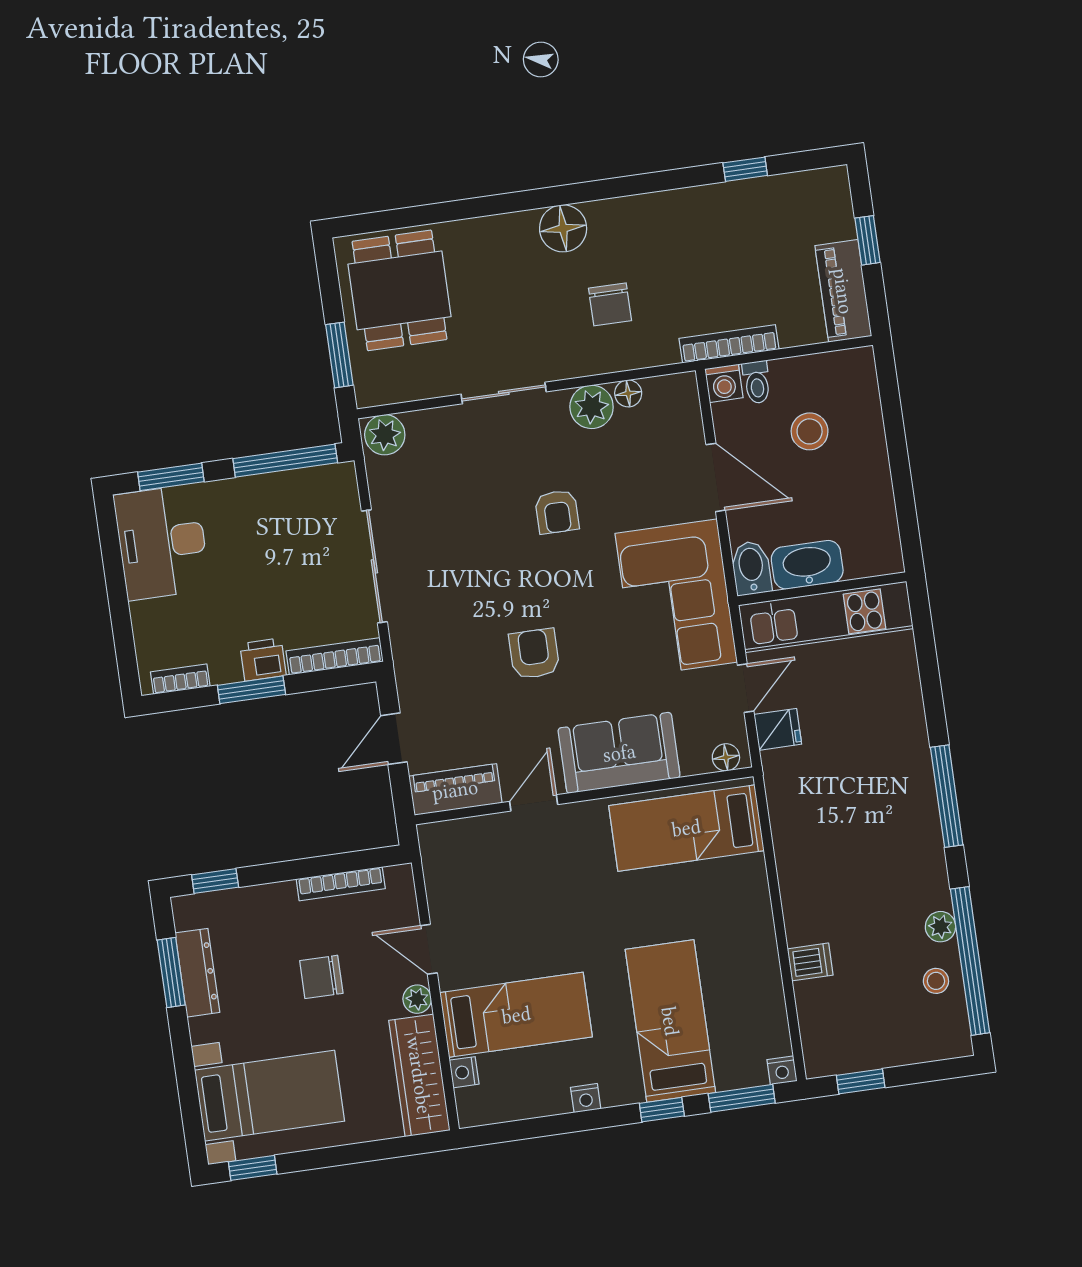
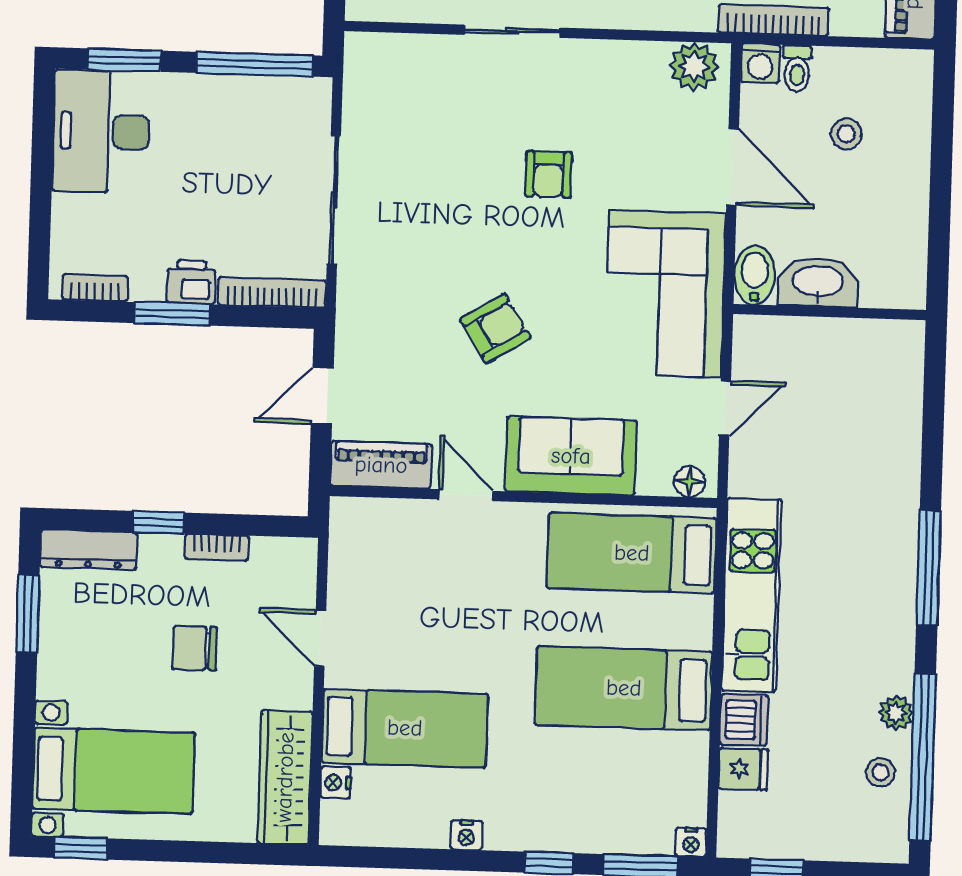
floor lamp: (628, 393) -> (651, 56), removed
plant: (592, 407) -> (694, 67), moved
stool: (810, 431) -> (846, 134), width x0.73, depth x0.73
plant: (385, 435) -> (371, 55), removed
kitchen unit: (826, 617) -> (751, 595), moved, turned -90
armchair: (534, 654) -> (495, 328), turned 58
fridge: (778, 729) -> (743, 769), moved
door: (534, 803) -> (466, 495), hinge flipped
window: (215, 881) -> (158, 522), moved
bookcase: (341, 884) -> (217, 547), width x0.64
dishwasher: (810, 962) -> (744, 720), width x1.38
dresser: (197, 973) -> (88, 550), moved, turned 90
plant: (417, 999) -> (297, 692), removed
bed: (670, 1021) -> (624, 688), moved, turned -90

